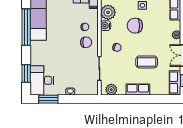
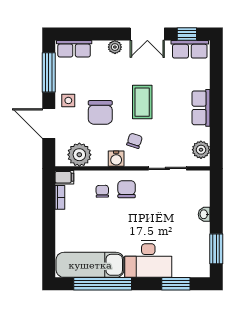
water cooler: (106, 26) -> (116, 159), moved
coffee table: (147, 62) -> (142, 102), moved
desk: (42, 80) -> (148, 259), moved

